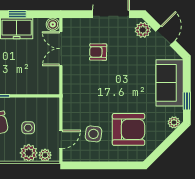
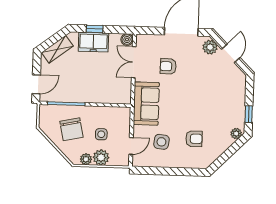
sofa: (170, 83) -> (146, 104), moved, turned 180
armchair: (129, 129) -> (194, 139), width x0.53, depth x0.53
plant: (45, 155) -> (86, 159), moved

